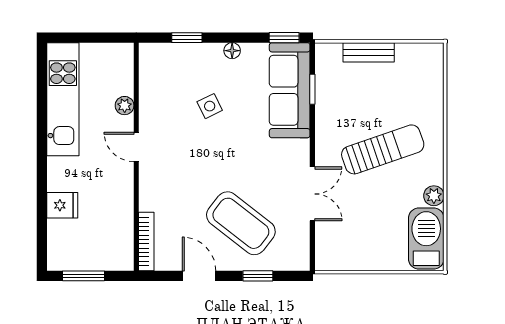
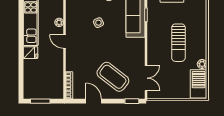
sun lounger: (383, 149) -> (178, 43), turned 109
double door: (312, 194) -> (146, 78), moved
fridge: (62, 205) -> (30, 53), moved
window: (258, 276) -> (132, 101), moved

